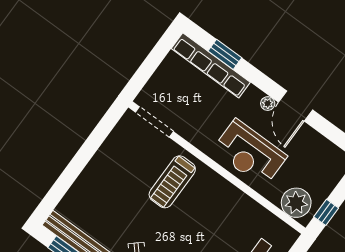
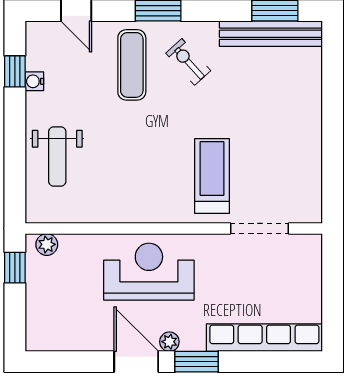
window: (225, 54) -> (197, 362), moved
doorway: (154, 122) -> (259, 228), moved
plant: (296, 203) -> (47, 244), width x0.53, depth x0.53

